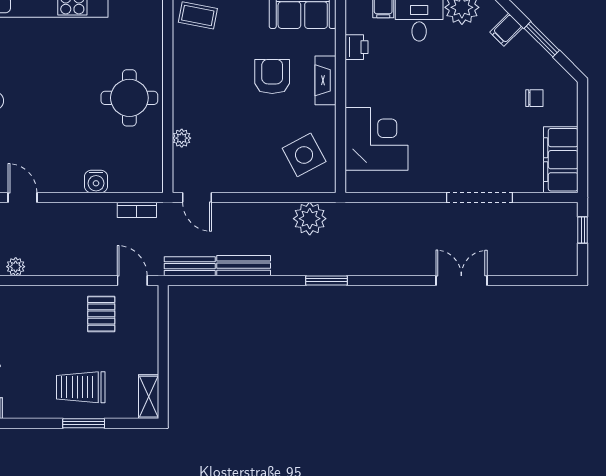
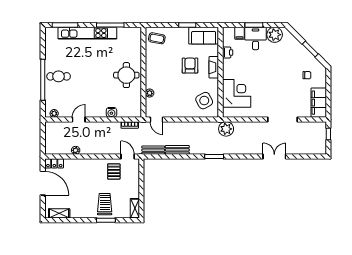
filing cabinet: (506, 30) -> (294, 45), removed
door: (23, 197) -> (79, 120), hinge flipped
plant: (310, 219) -> (226, 129), moved
trolley: (81, 387) -> (105, 204), turned 90

